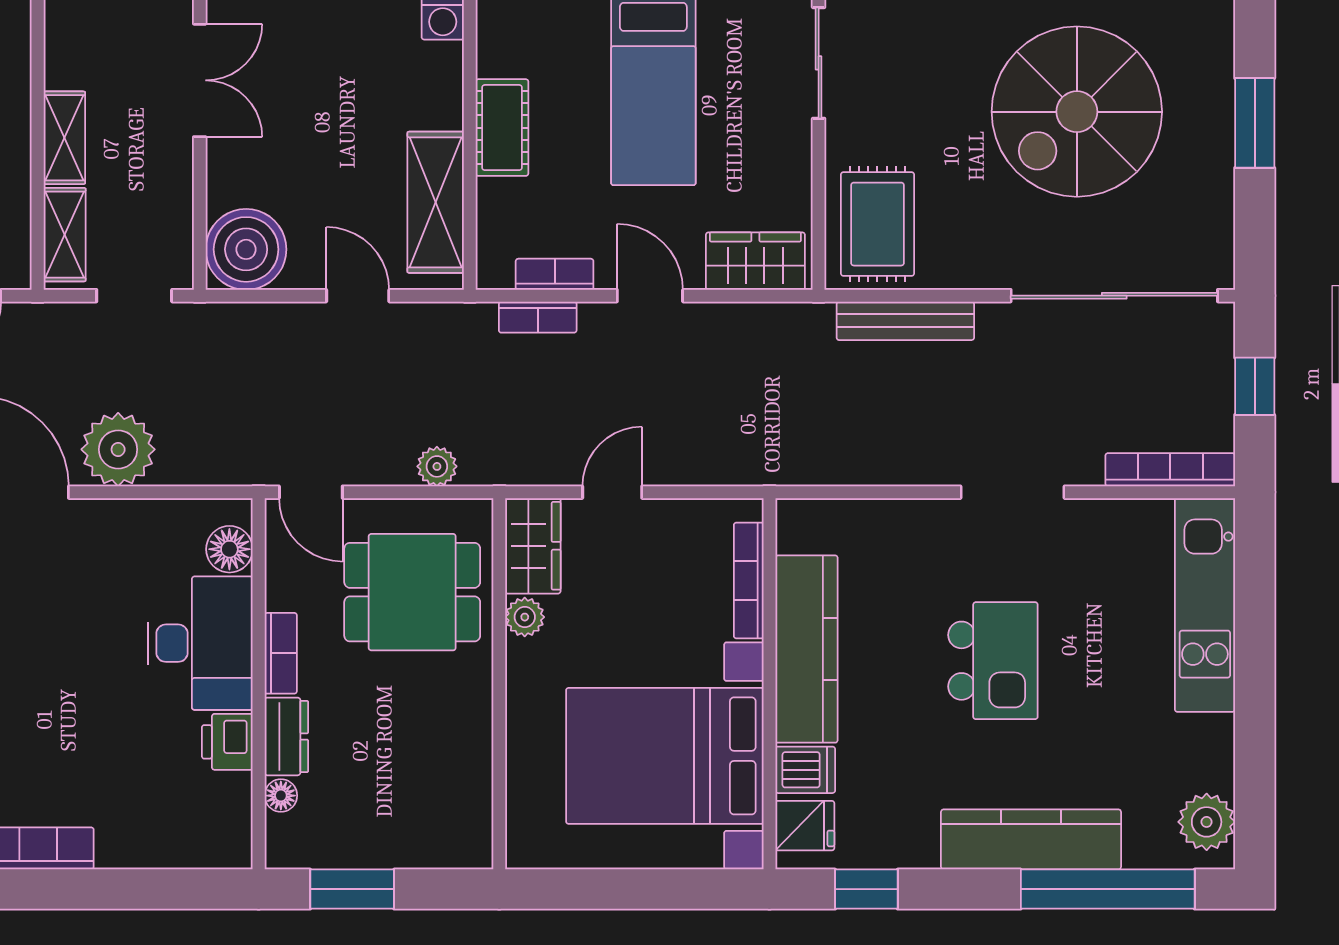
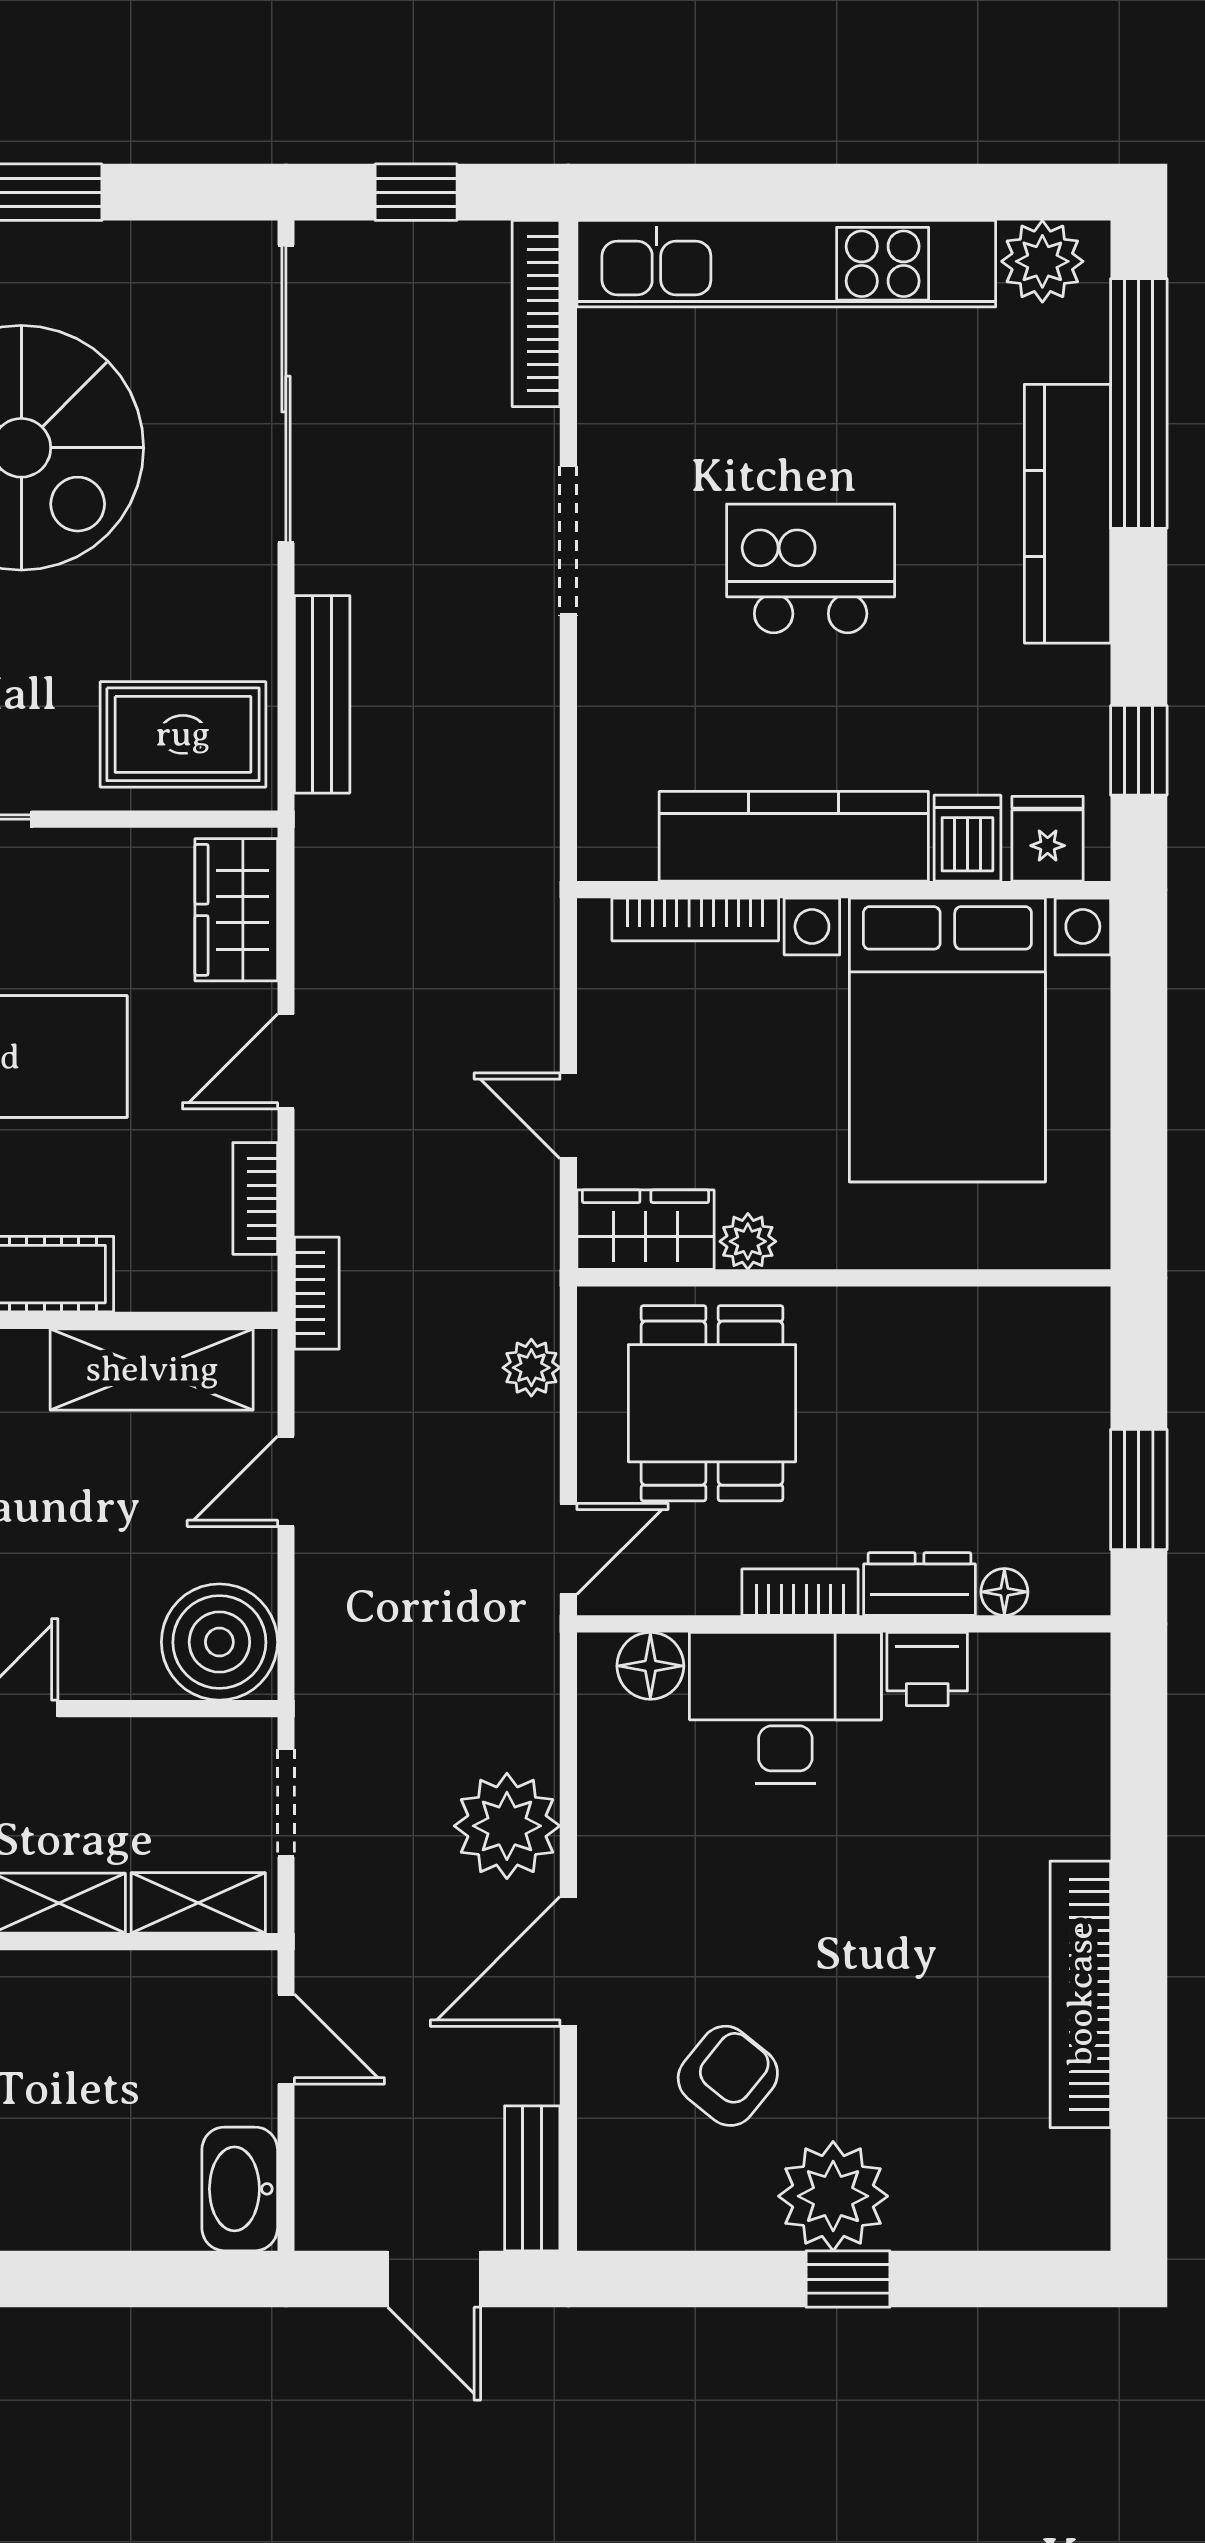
bookcase: (538, 317) -> (317, 1293), moved
kitchen unit: (1205, 605) -> (786, 264), width x1.36

